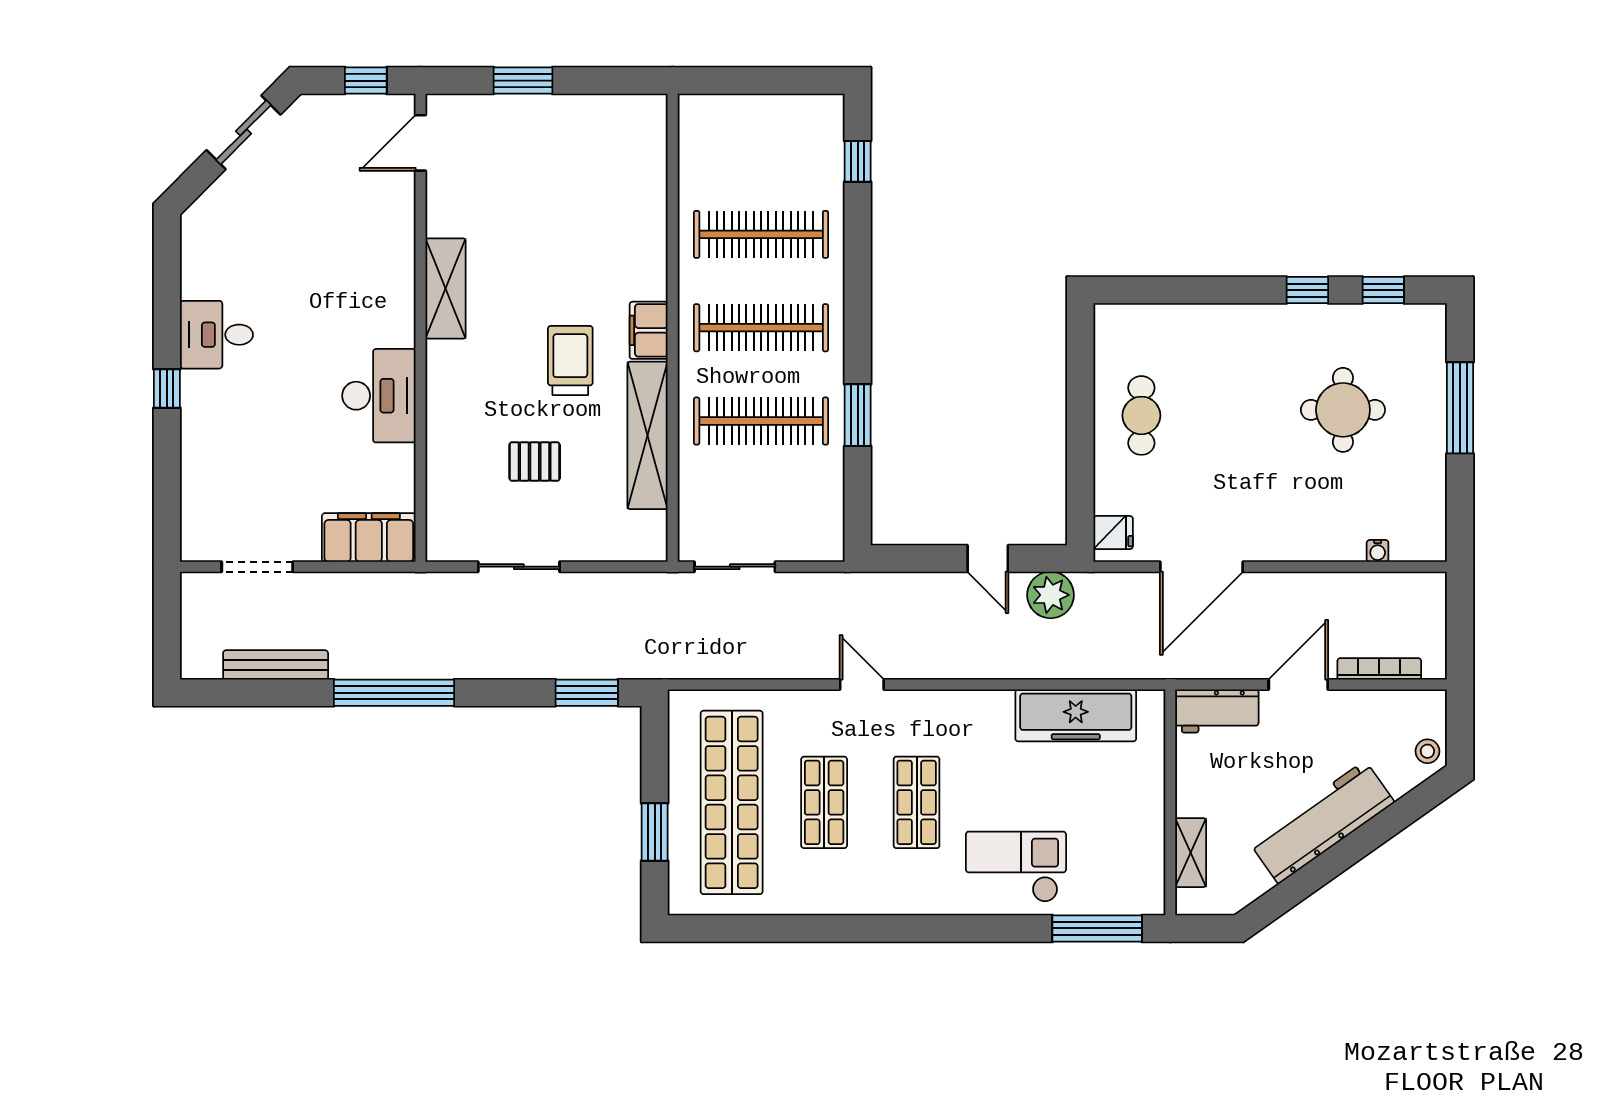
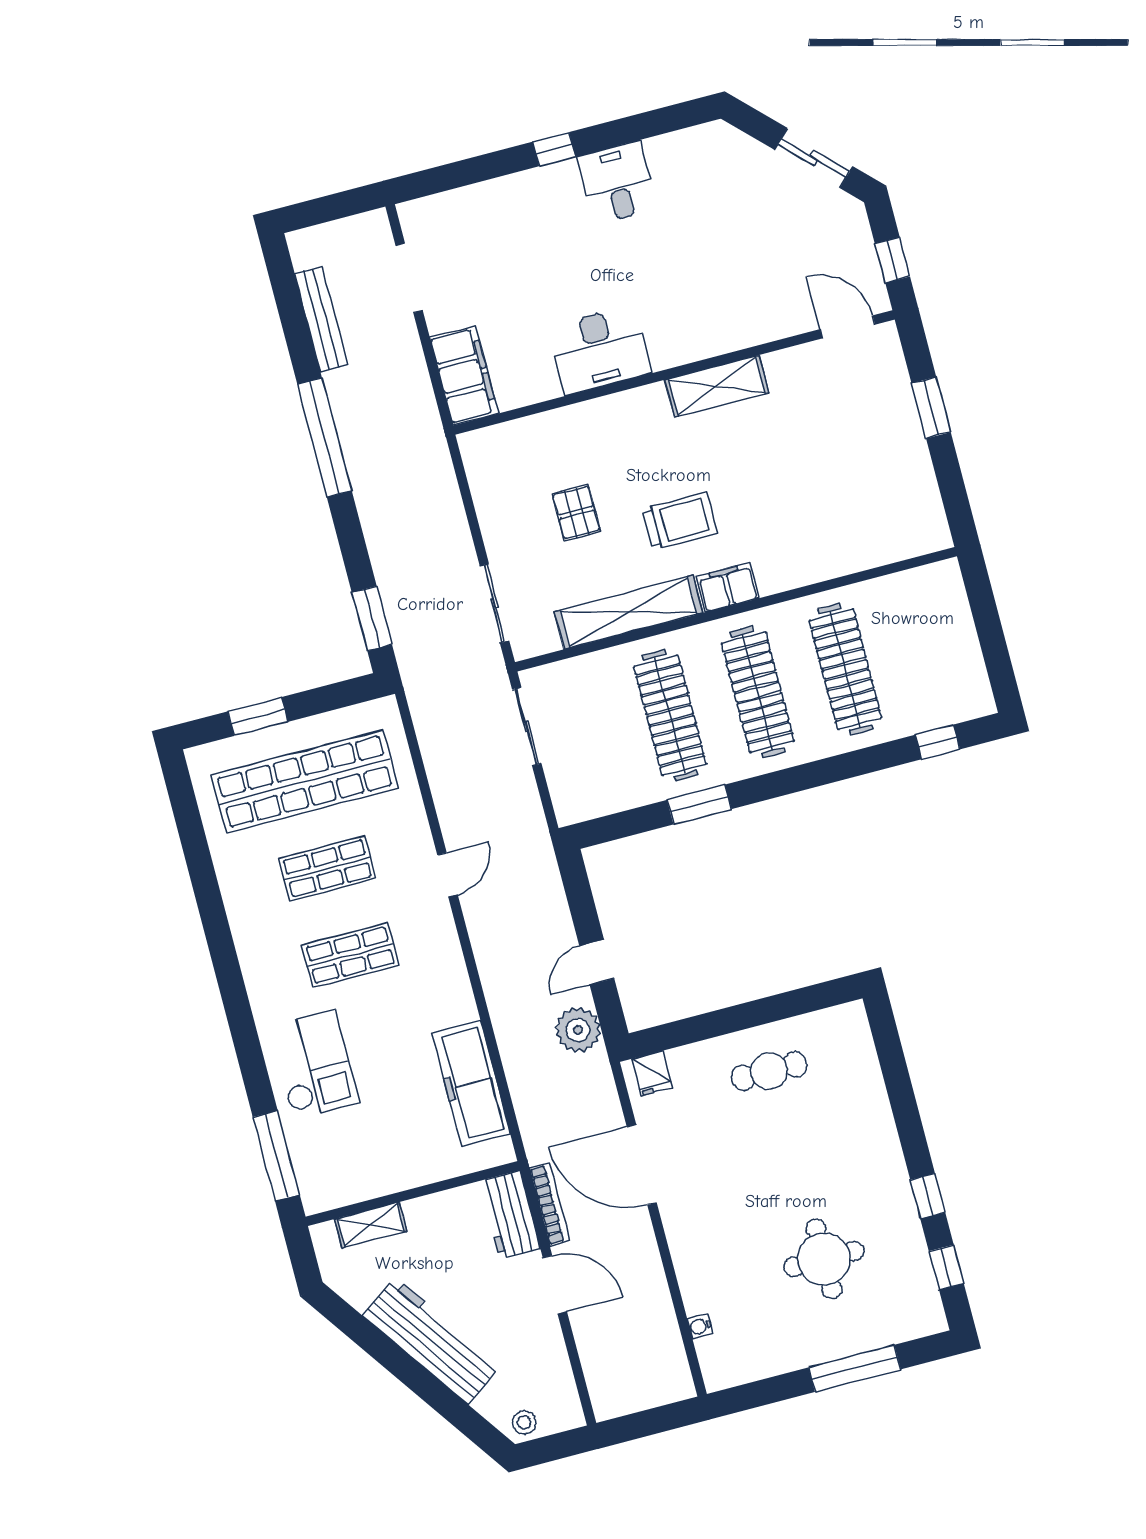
sliding door: (519, 567) -> (494, 603), moved
bookcase: (1379, 669) -> (550, 1204), moved

